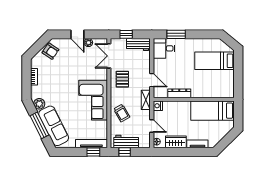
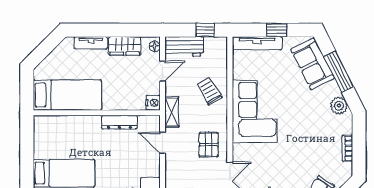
sofa: (54, 126) -> (313, 64), width x0.73
door: (152, 126) -> (162, 71), swing flipped
workbench: (126, 142) -> (184, 46), moved
window: (93, 152) -> (277, 30), moved

